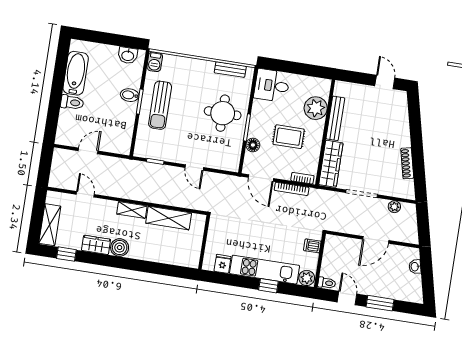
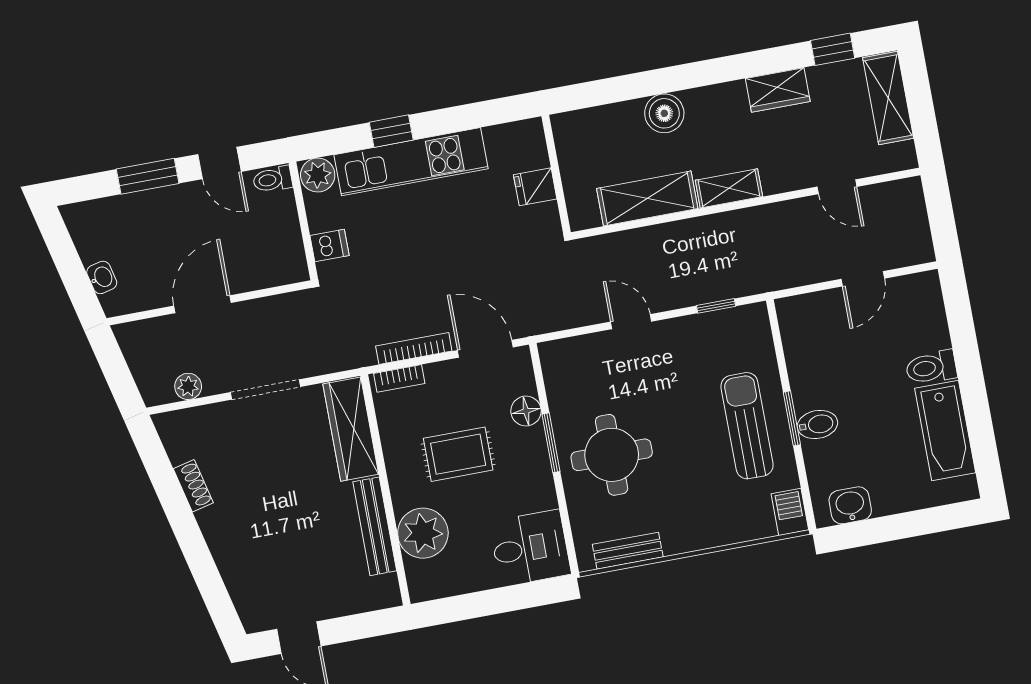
shoe rack: (407, 163) -> (193, 486), width x0.70
boiler: (120, 248) -> (664, 113), moved
fridge: (223, 264) -> (535, 187), moved, turned 90

